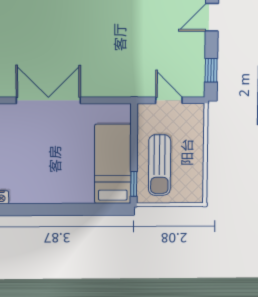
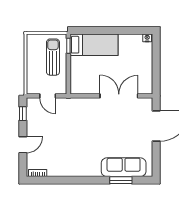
double door: (48, 100) -> (119, 96), swing flipped
bed: (113, 164) -> (94, 45), moved, turned -90

